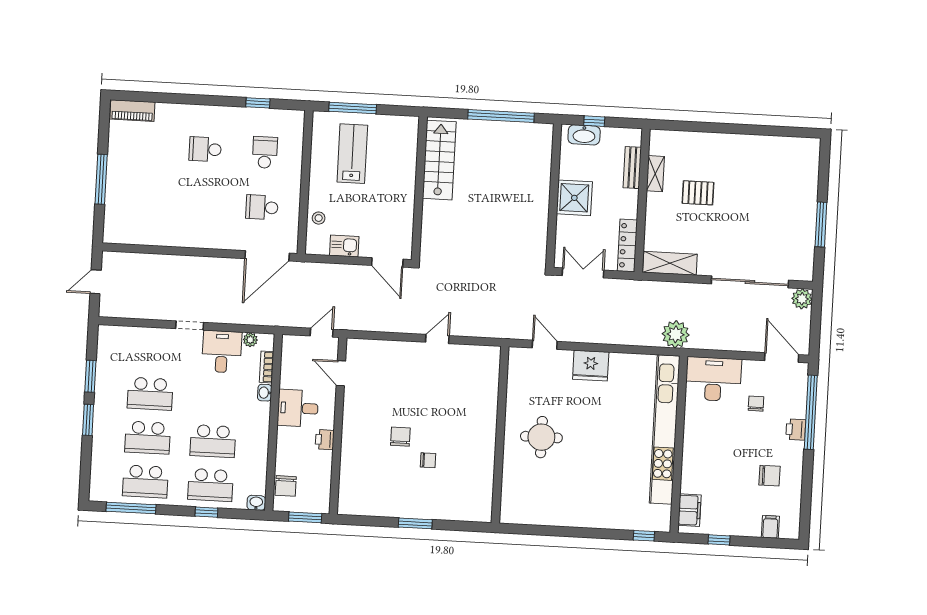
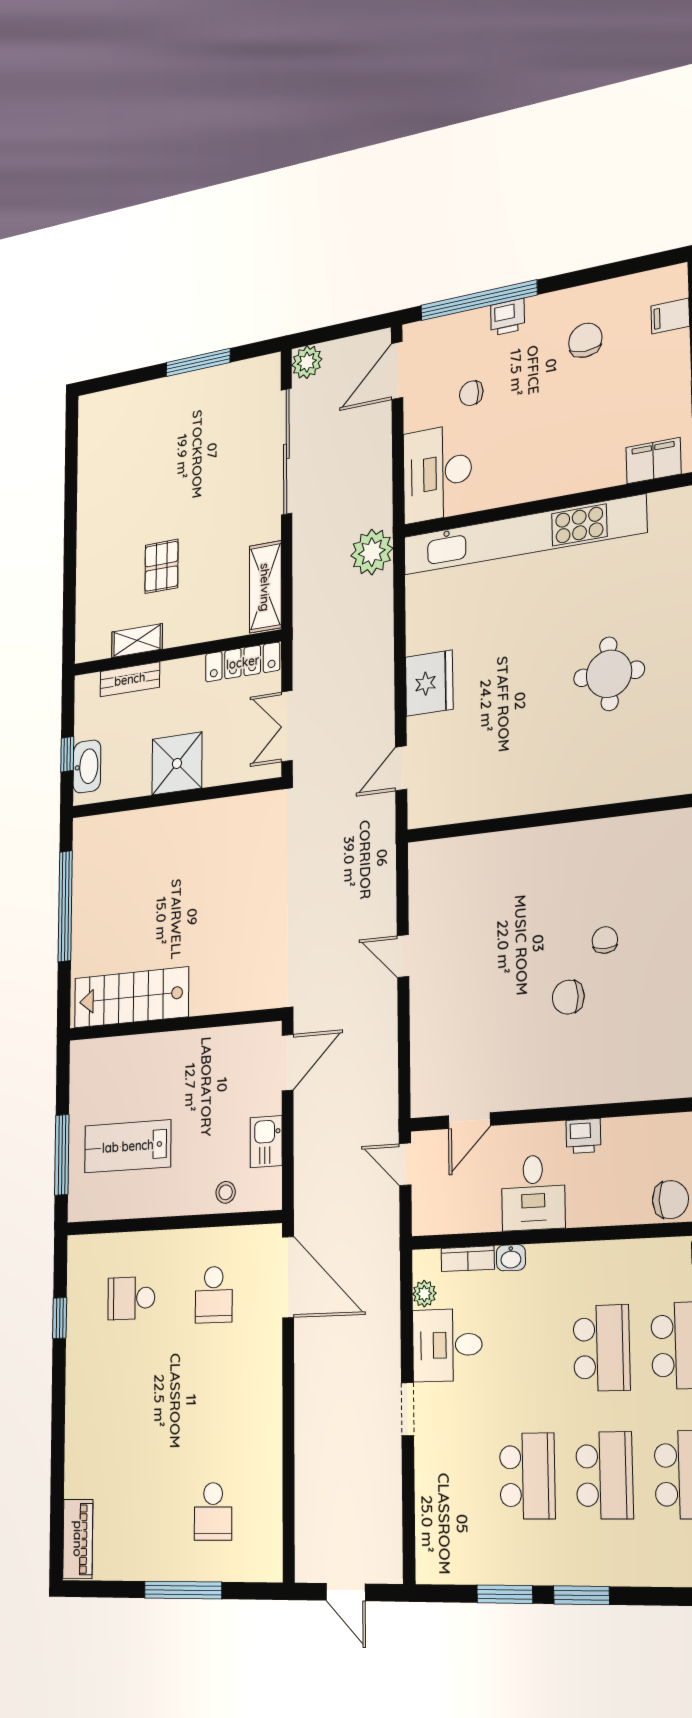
school desk: (205, 149) -> (213, 1511), moved
round table: (541, 437) -> (609, 674), moved

